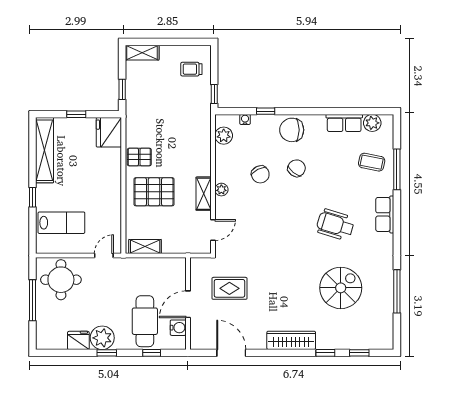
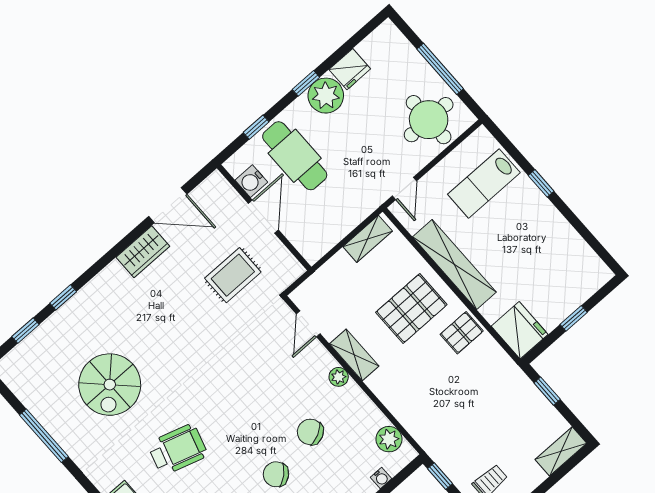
shelving: (44, 150) -> (454, 264), moved
chair: (297, 168) -> (276, 474), turned 100
wardrobe: (291, 340) -> (143, 252), moved, width x0.67

